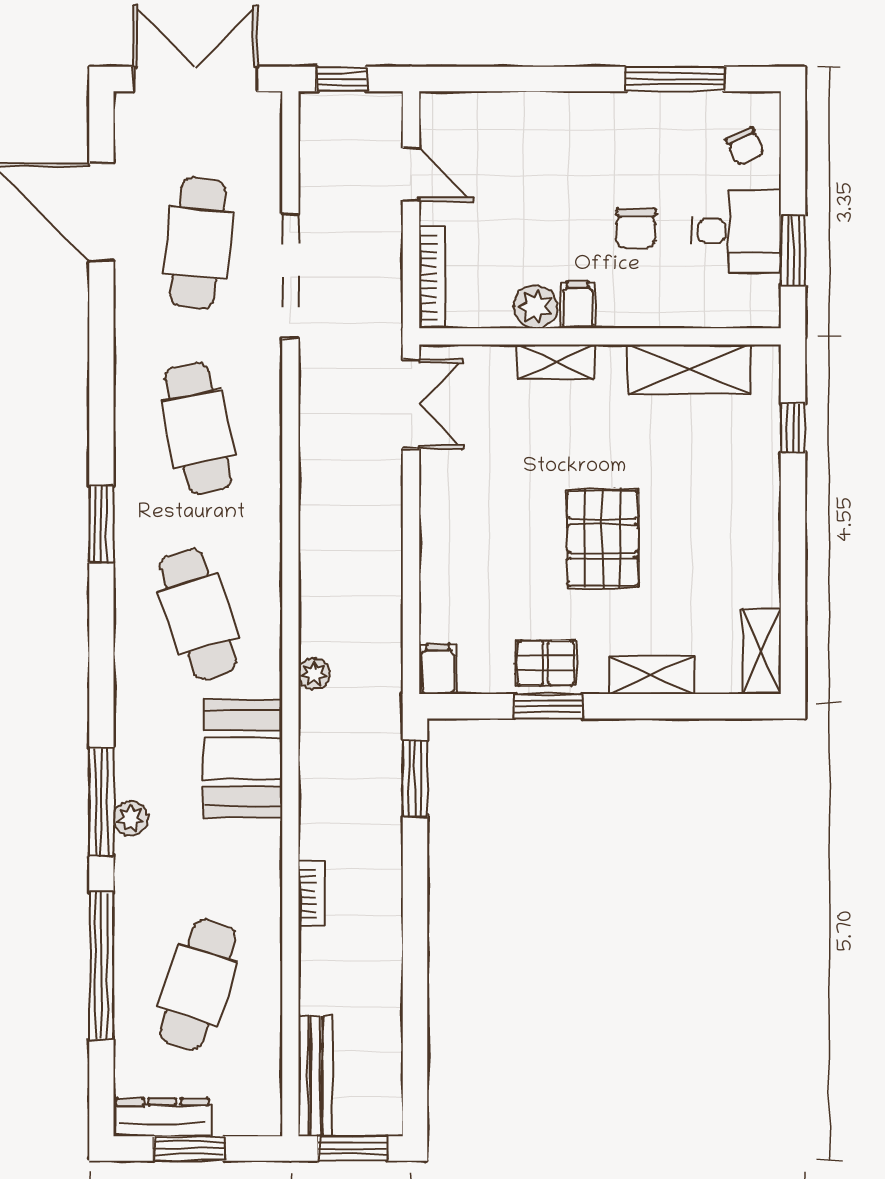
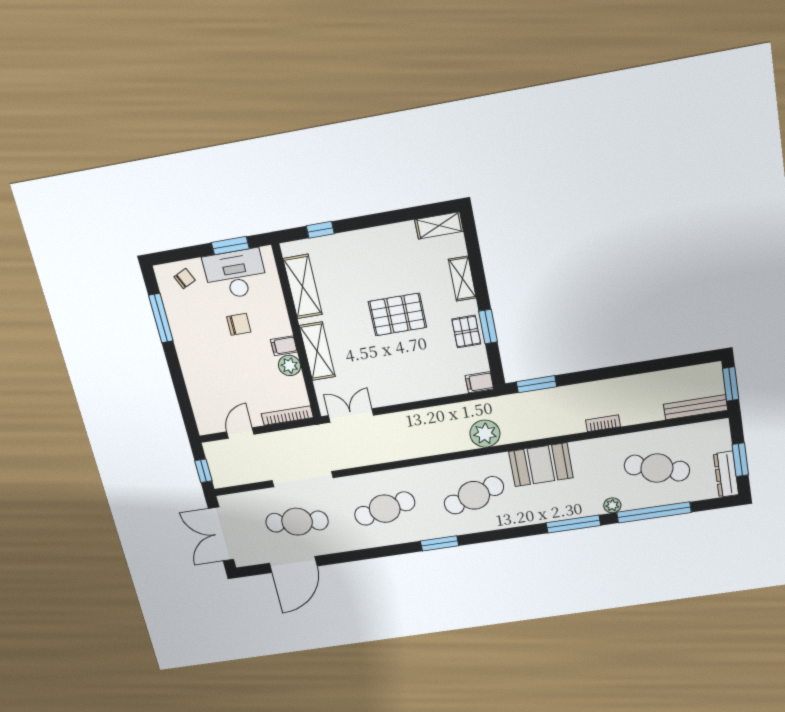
desk: (736, 231) -> (236, 274), width x1.37
shelving: (555, 362) -> (317, 351), width x1.50, depth x1.33
plant: (314, 674) -> (485, 434), width x1.88, depth x1.88
plant: (131, 818) -> (612, 505), moved

